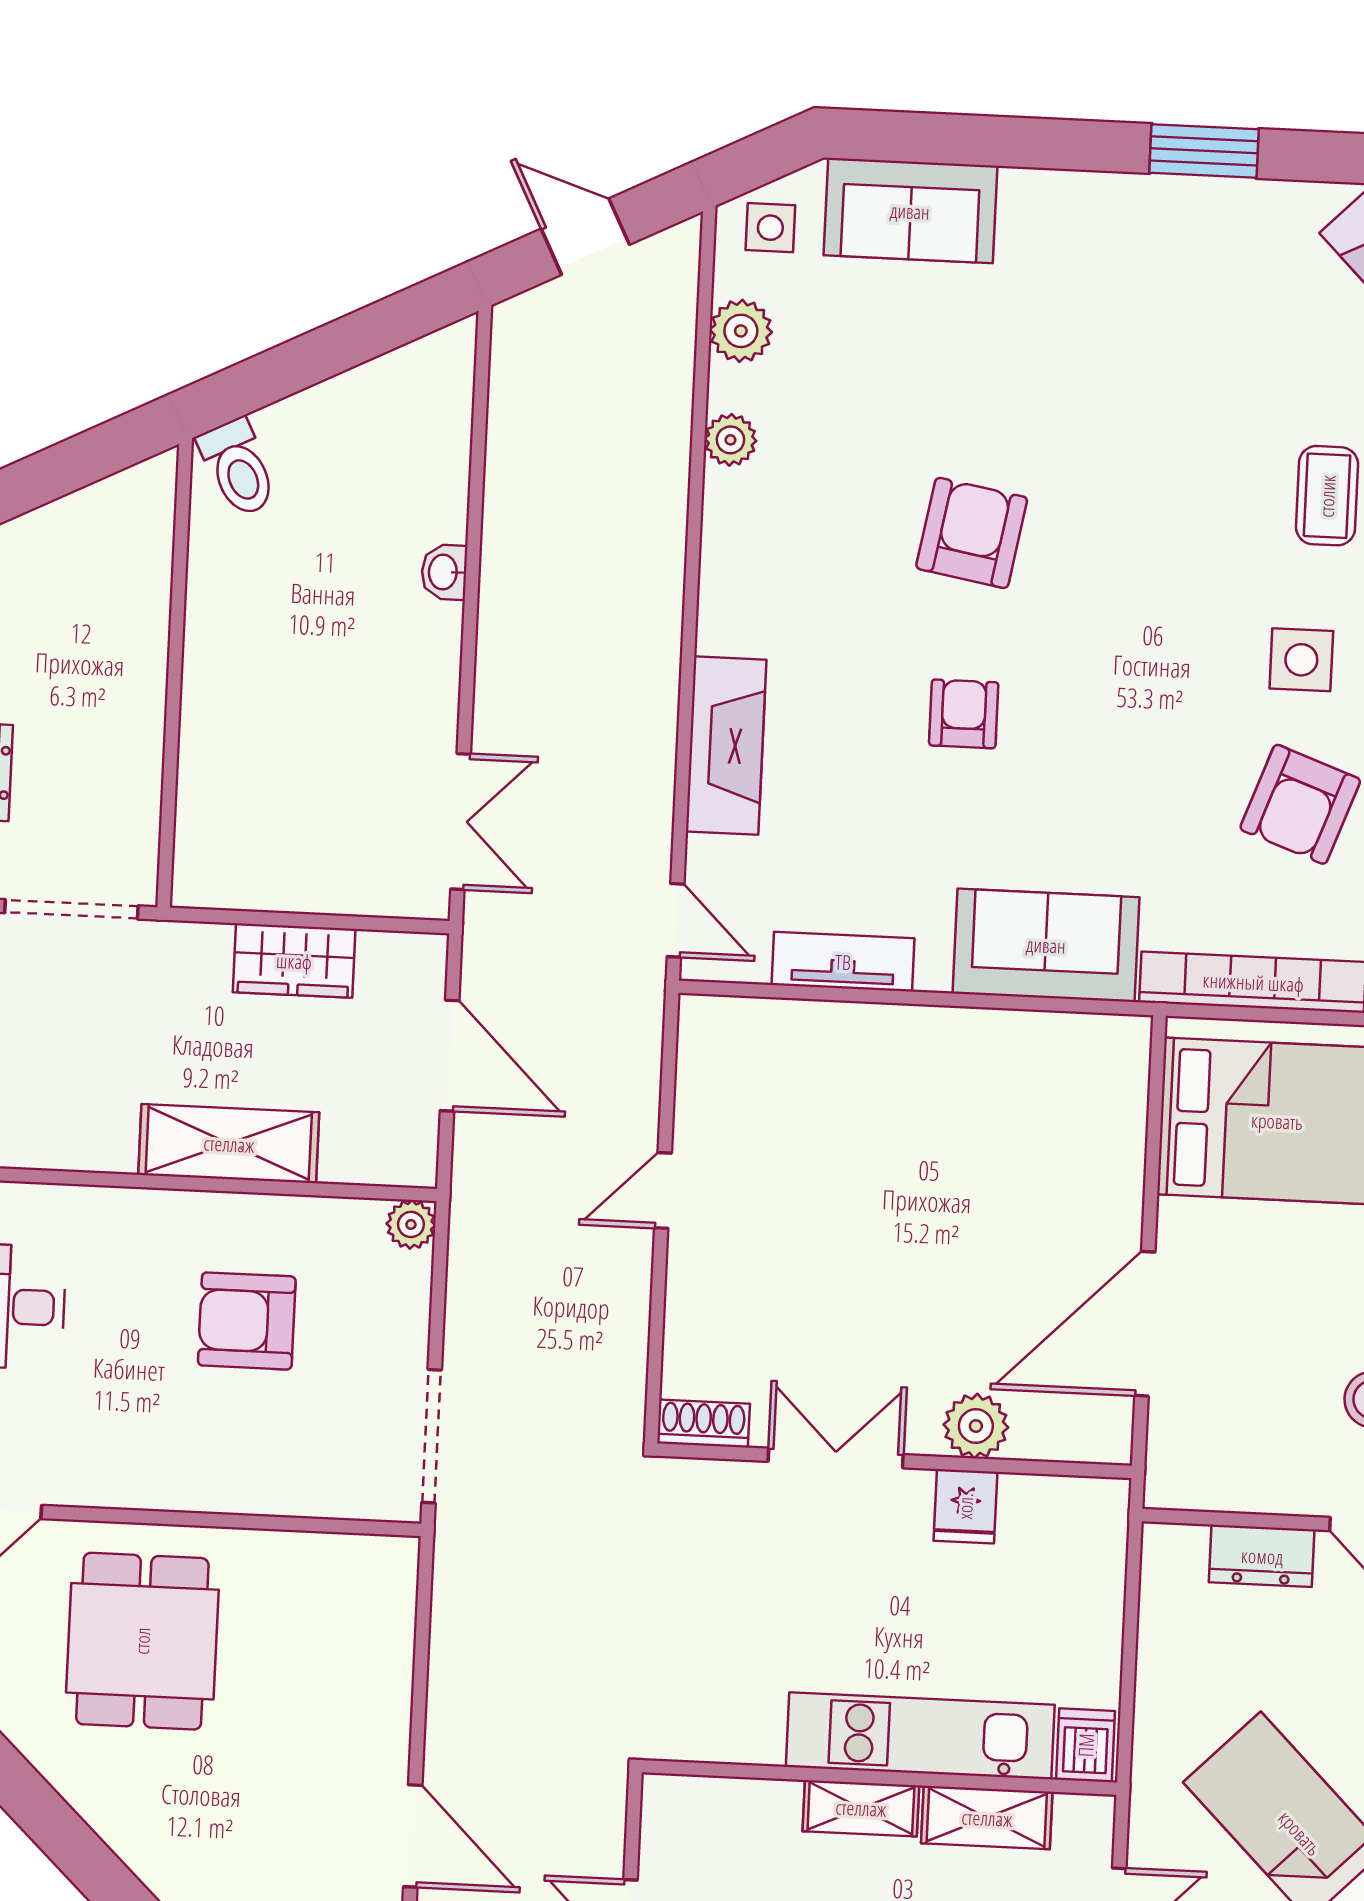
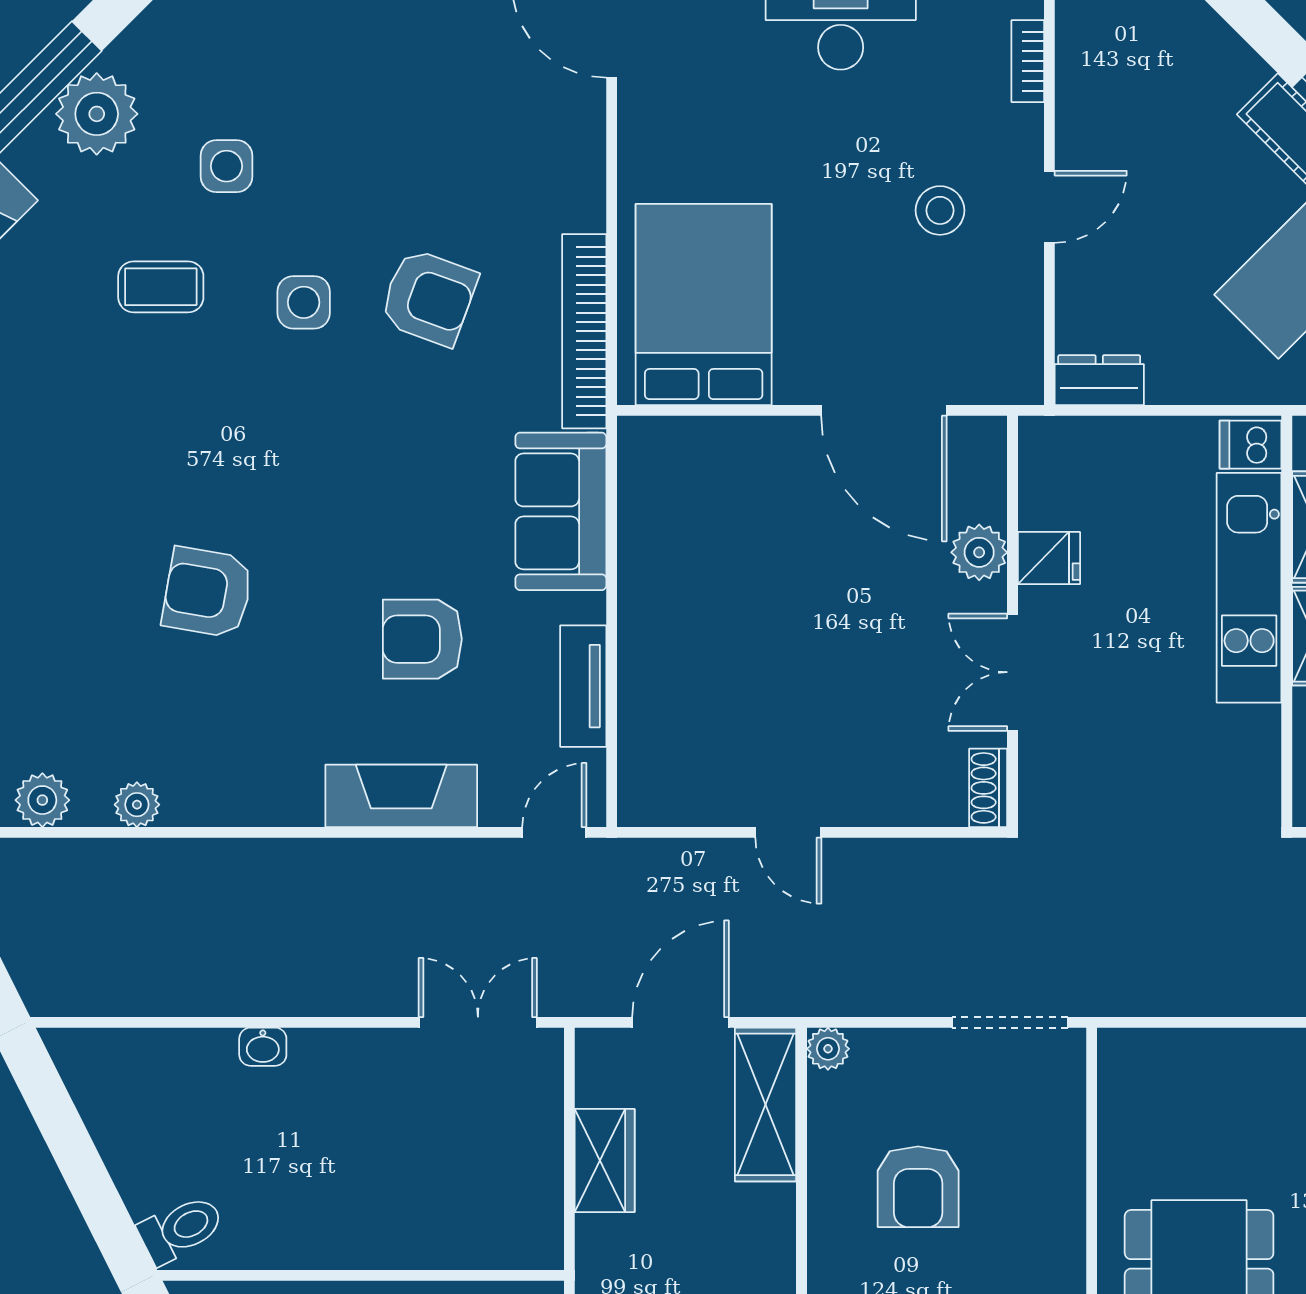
armchair: (964, 714) -> (422, 639), moved, width x1.38, depth x1.38
shelving: (229, 1144) -> (765, 1104), moved
dresser: (1262, 1556) -> (1099, 380), moved, turned -90

